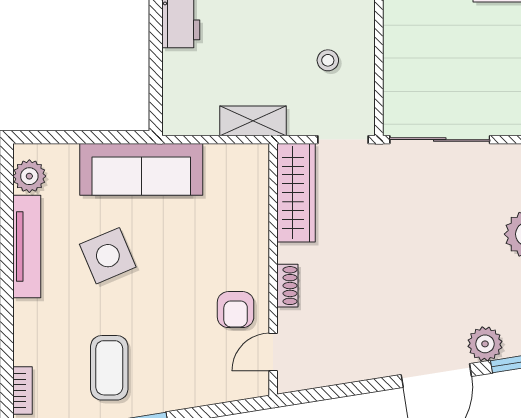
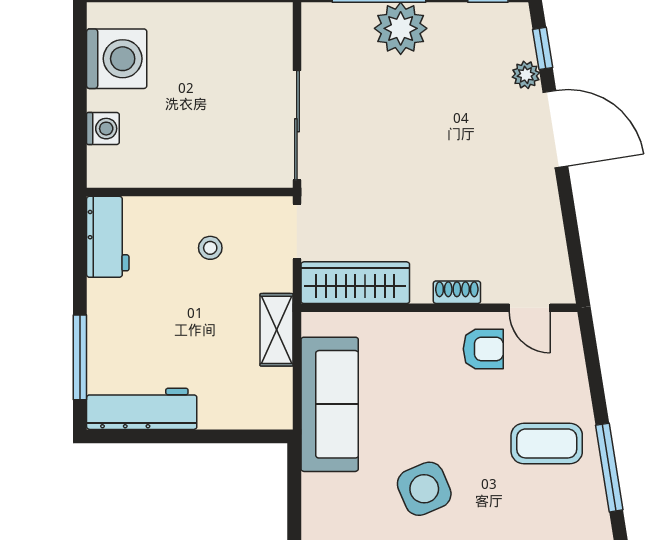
sofa: (141, 169) -> (330, 404), moved
plant: (485, 344) -> (526, 75), width x0.73, depth x0.73
coffee table: (109, 368) -> (547, 443), moved

